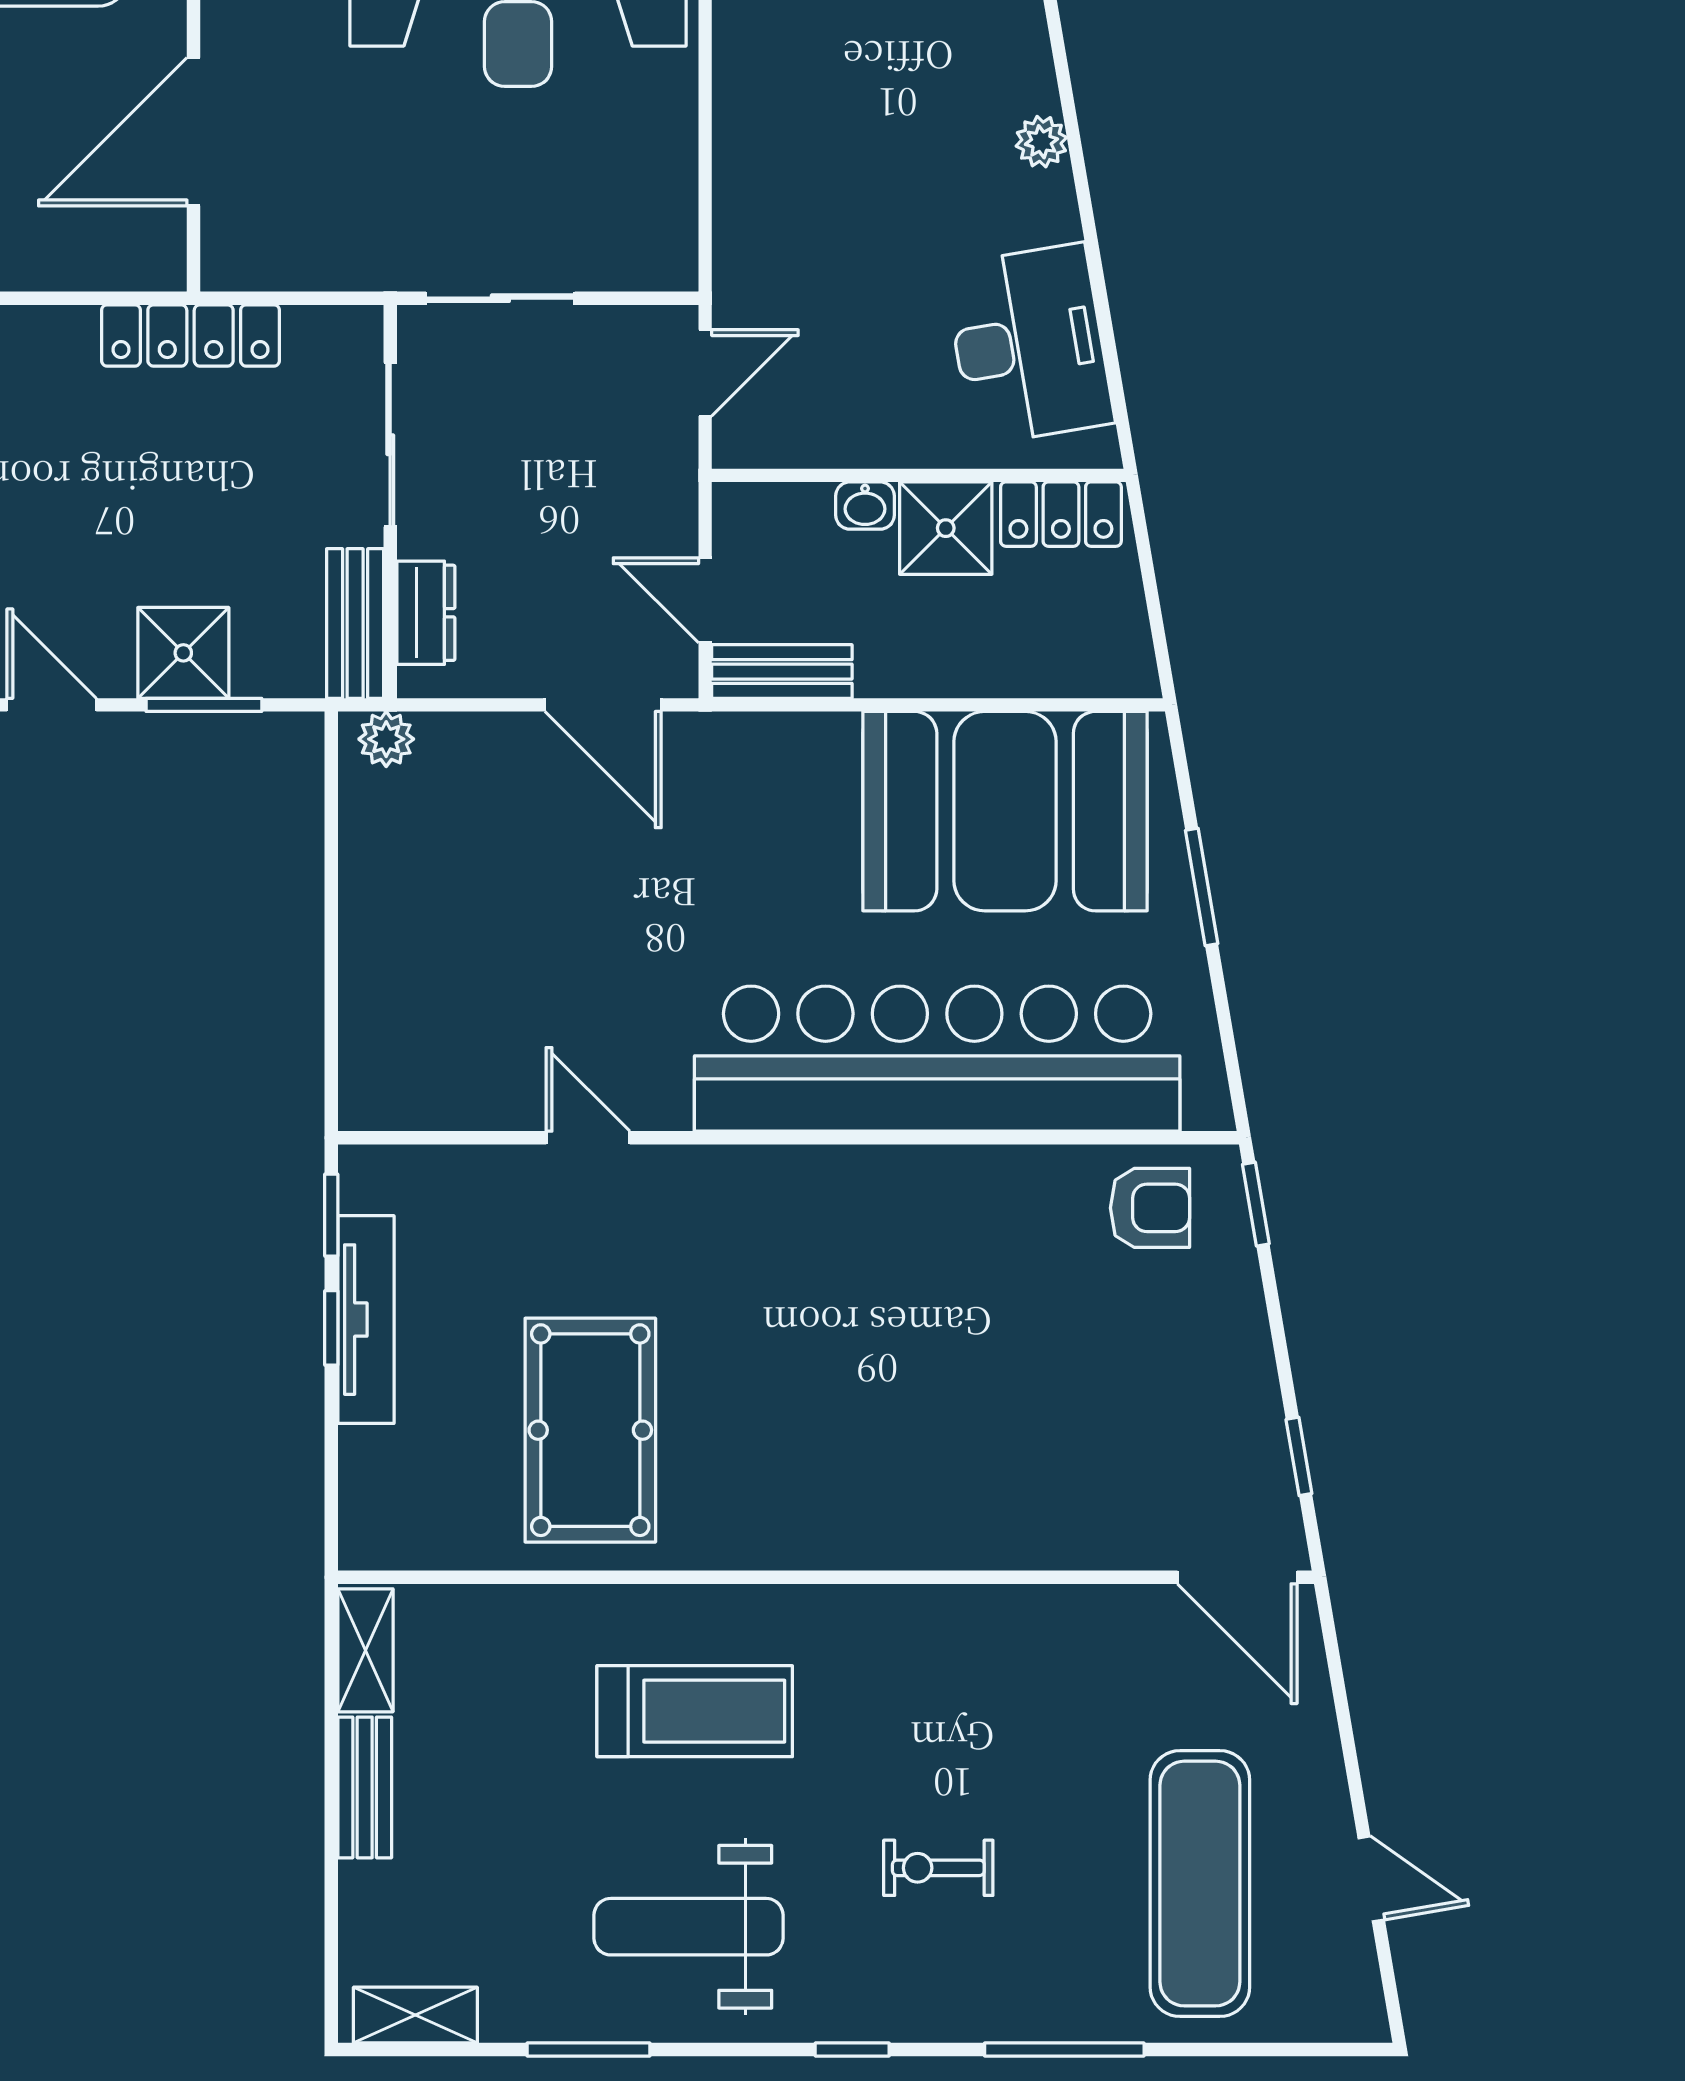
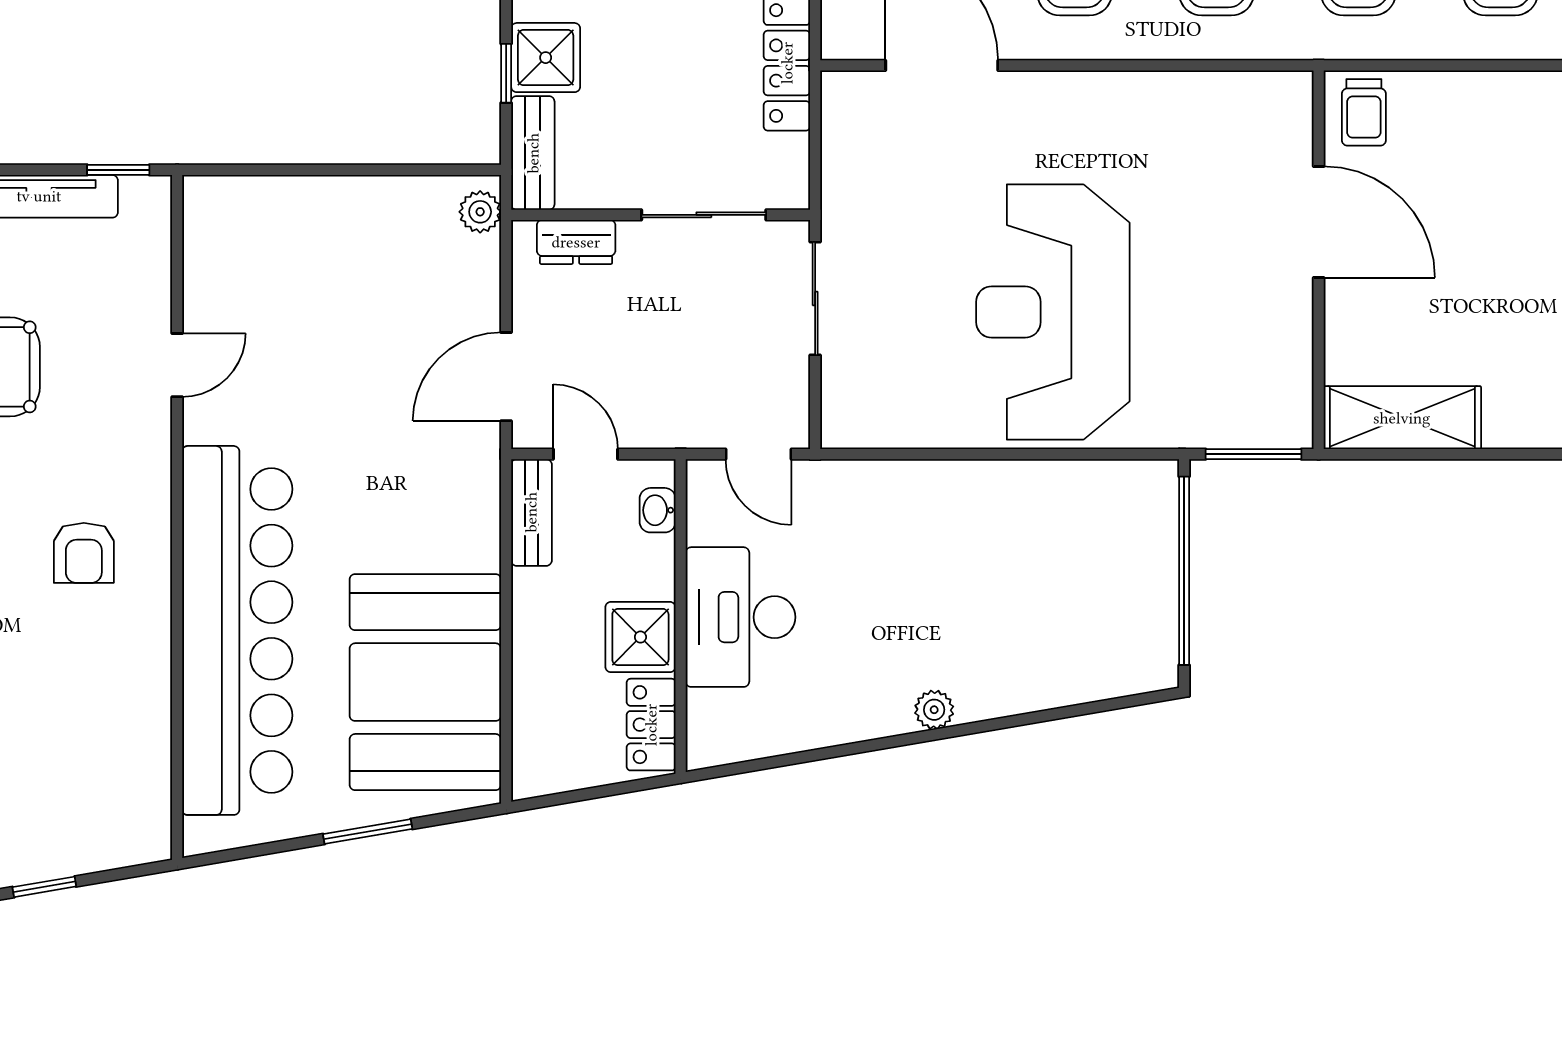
desk: (1029, 344) -> (740, 617), moved, turned 100
washbasin: (865, 506) -> (658, 510), moved
door: (705, 600) -> (586, 454), hinge flipped
bench: (355, 623) -> (533, 153), moved, turned 90
window: (204, 705) -> (506, 73), width x0.67
window: (1256, 1204) -> (44, 887), moved
armchair: (1150, 1208) -> (84, 553), moved
window: (331, 1328) -> (33, 170), removed

